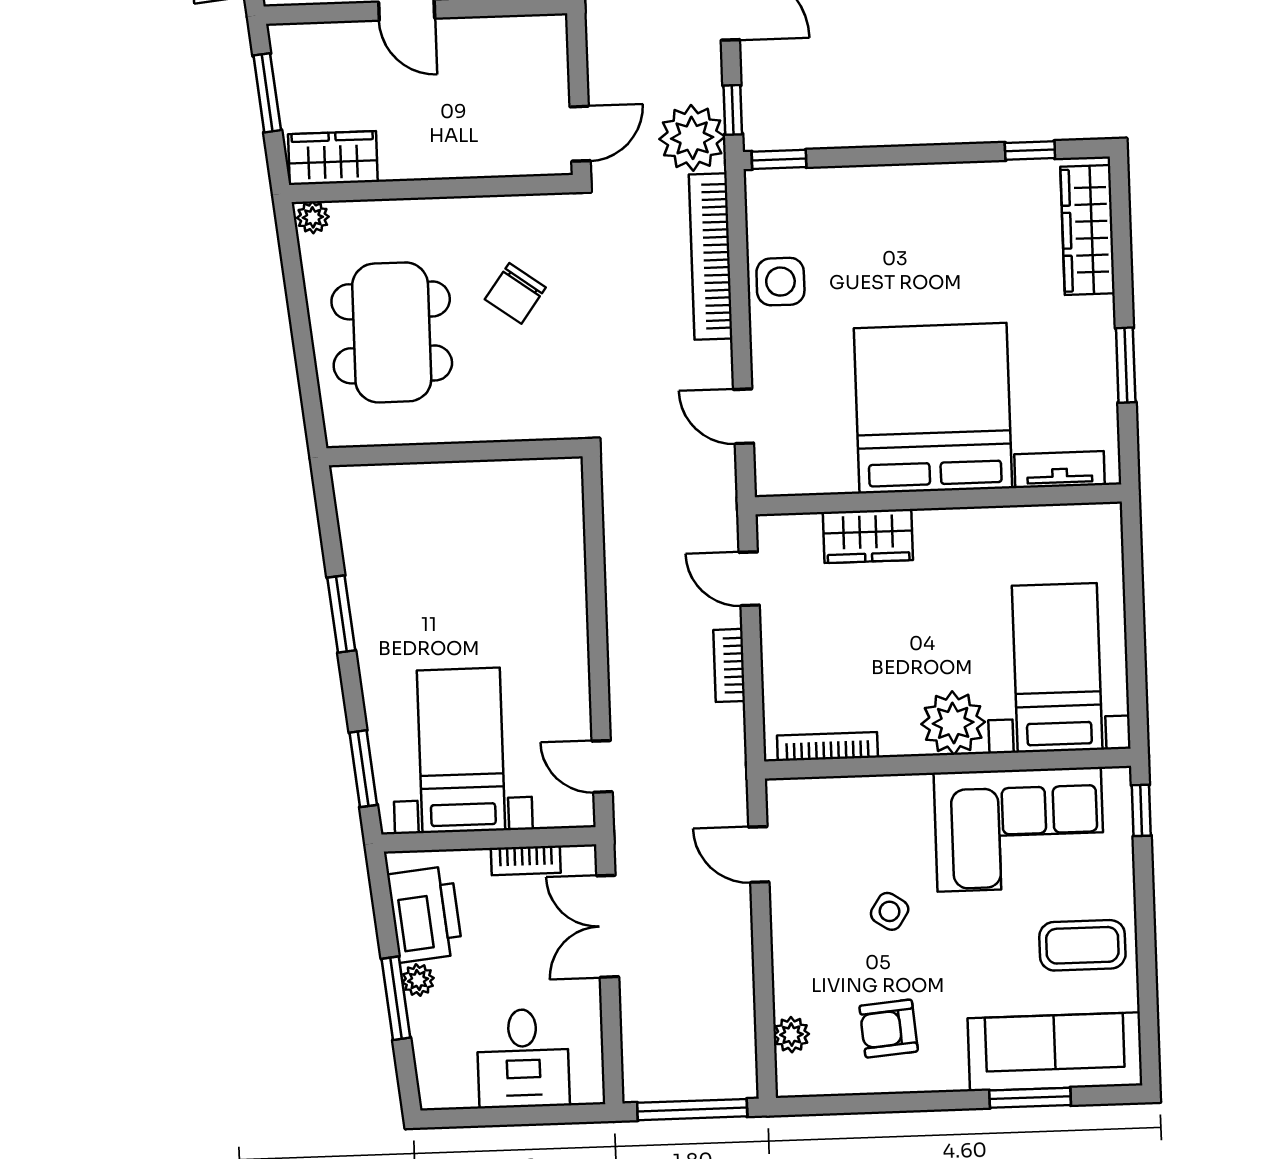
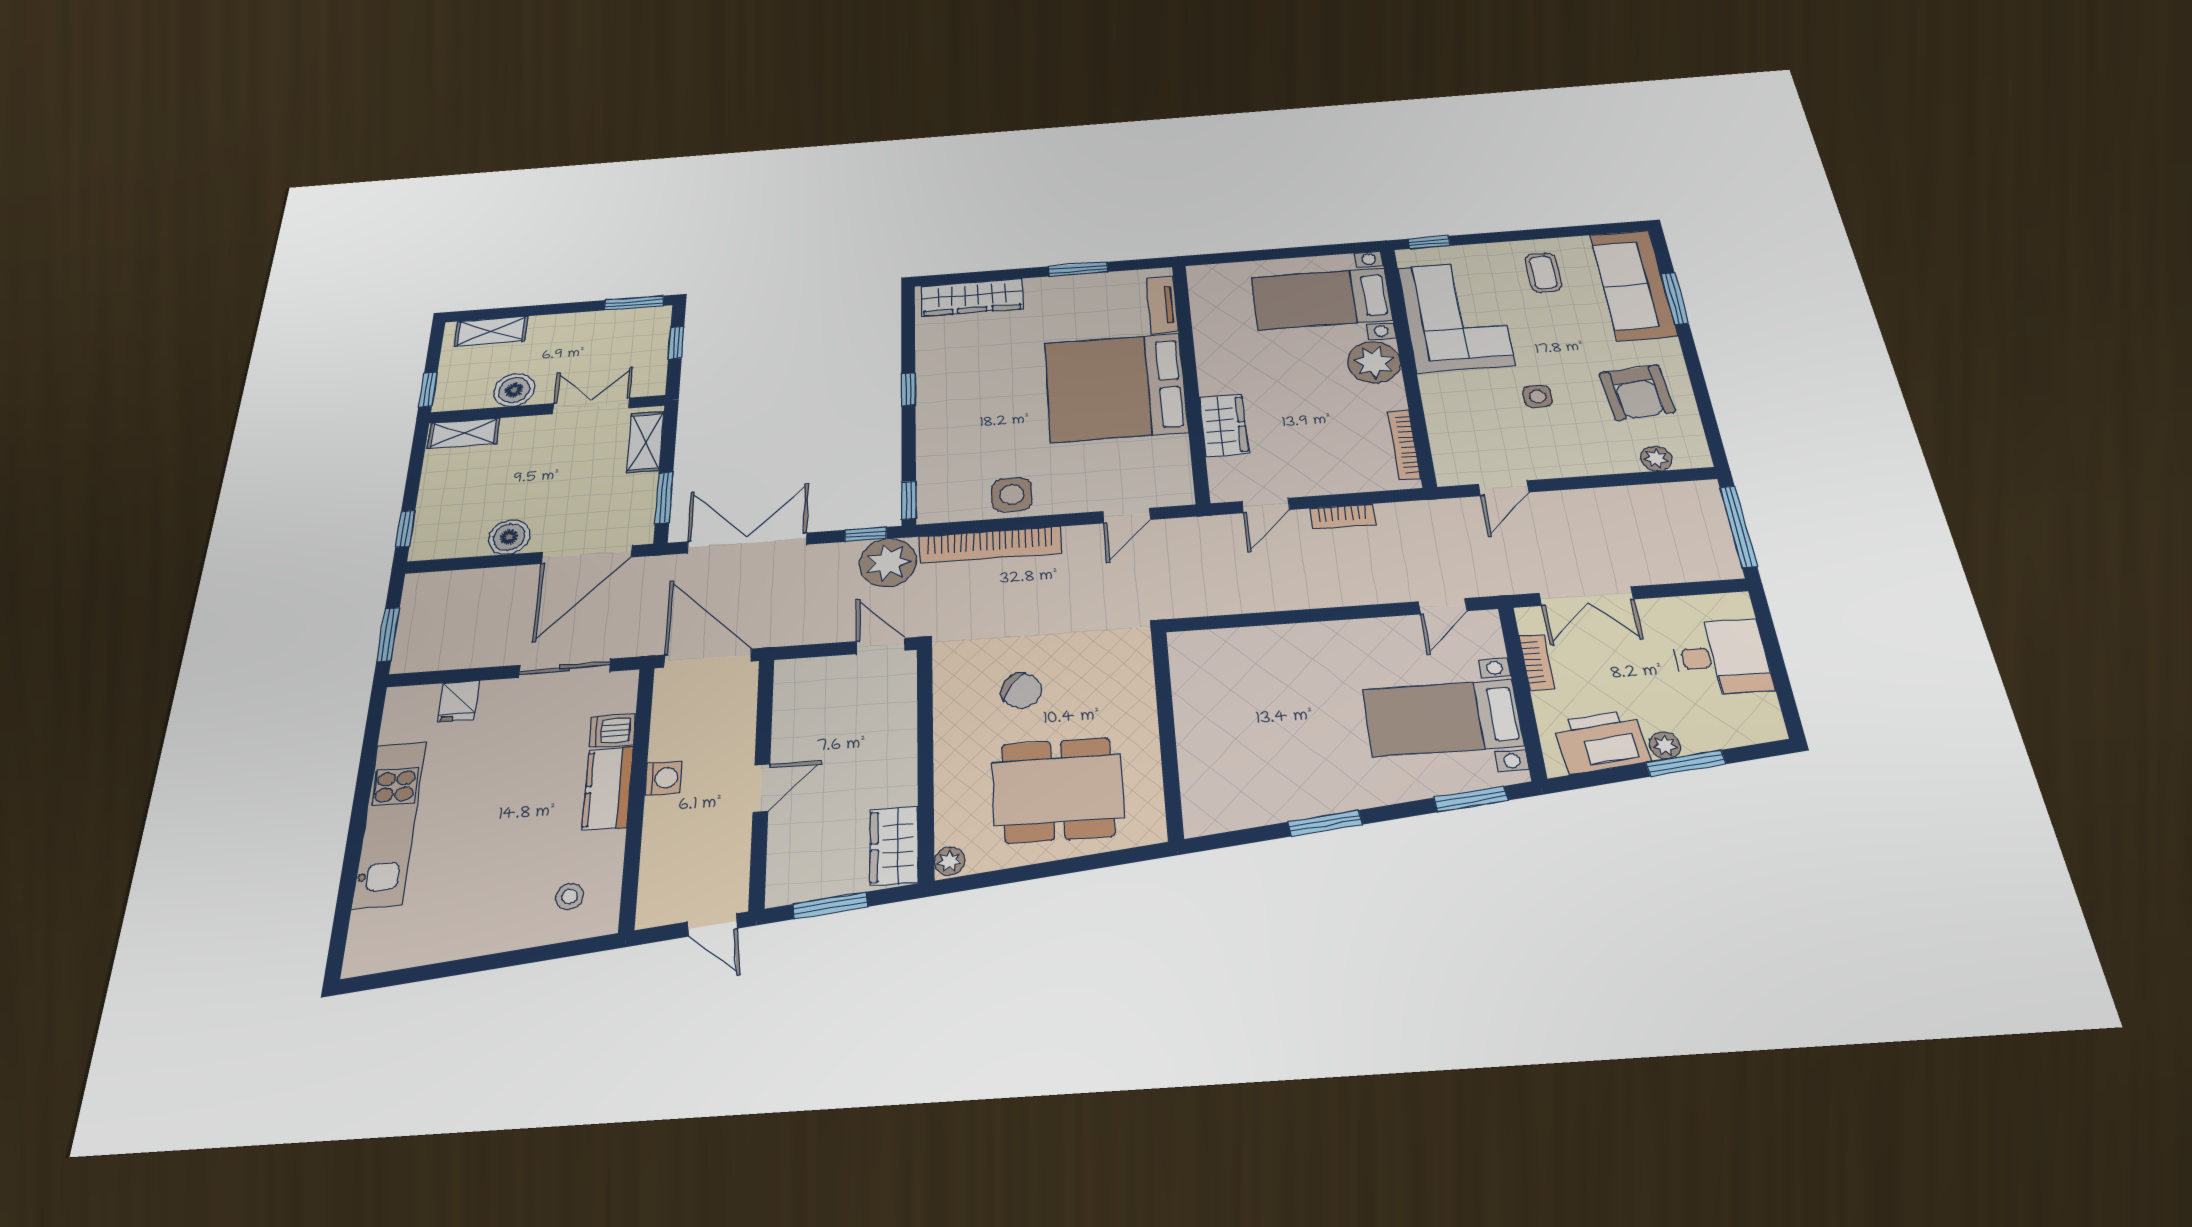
window: (1030, 151) -> (908, 389), moved
side table: (890, 911) -> (1538, 397), turned -33
coffee table: (1082, 945) -> (1543, 272), width x0.73, depth x0.77
armchair: (889, 1029) -> (1637, 393), width x1.38, depth x1.38

